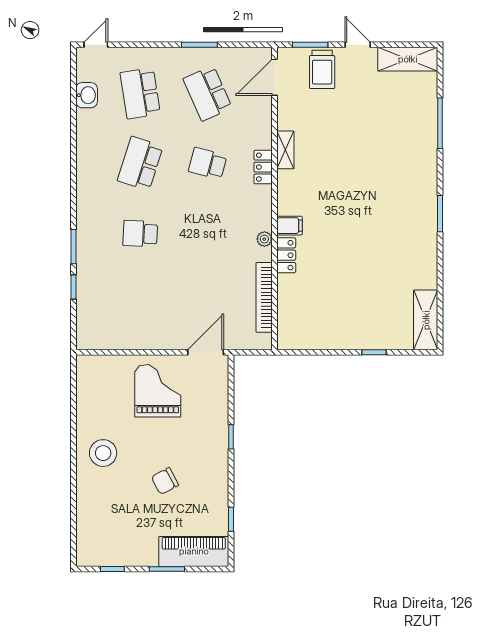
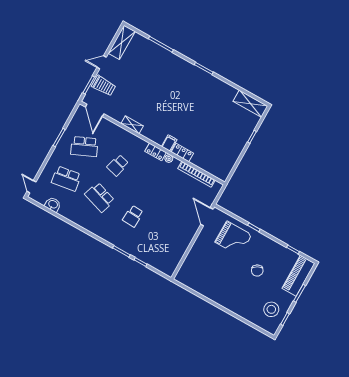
locker: (263, 167) -> (156, 152), moved
grand piano: (158, 391) -> (233, 238), moved, turned 180
stool: (103, 453) -> (271, 309), moved

